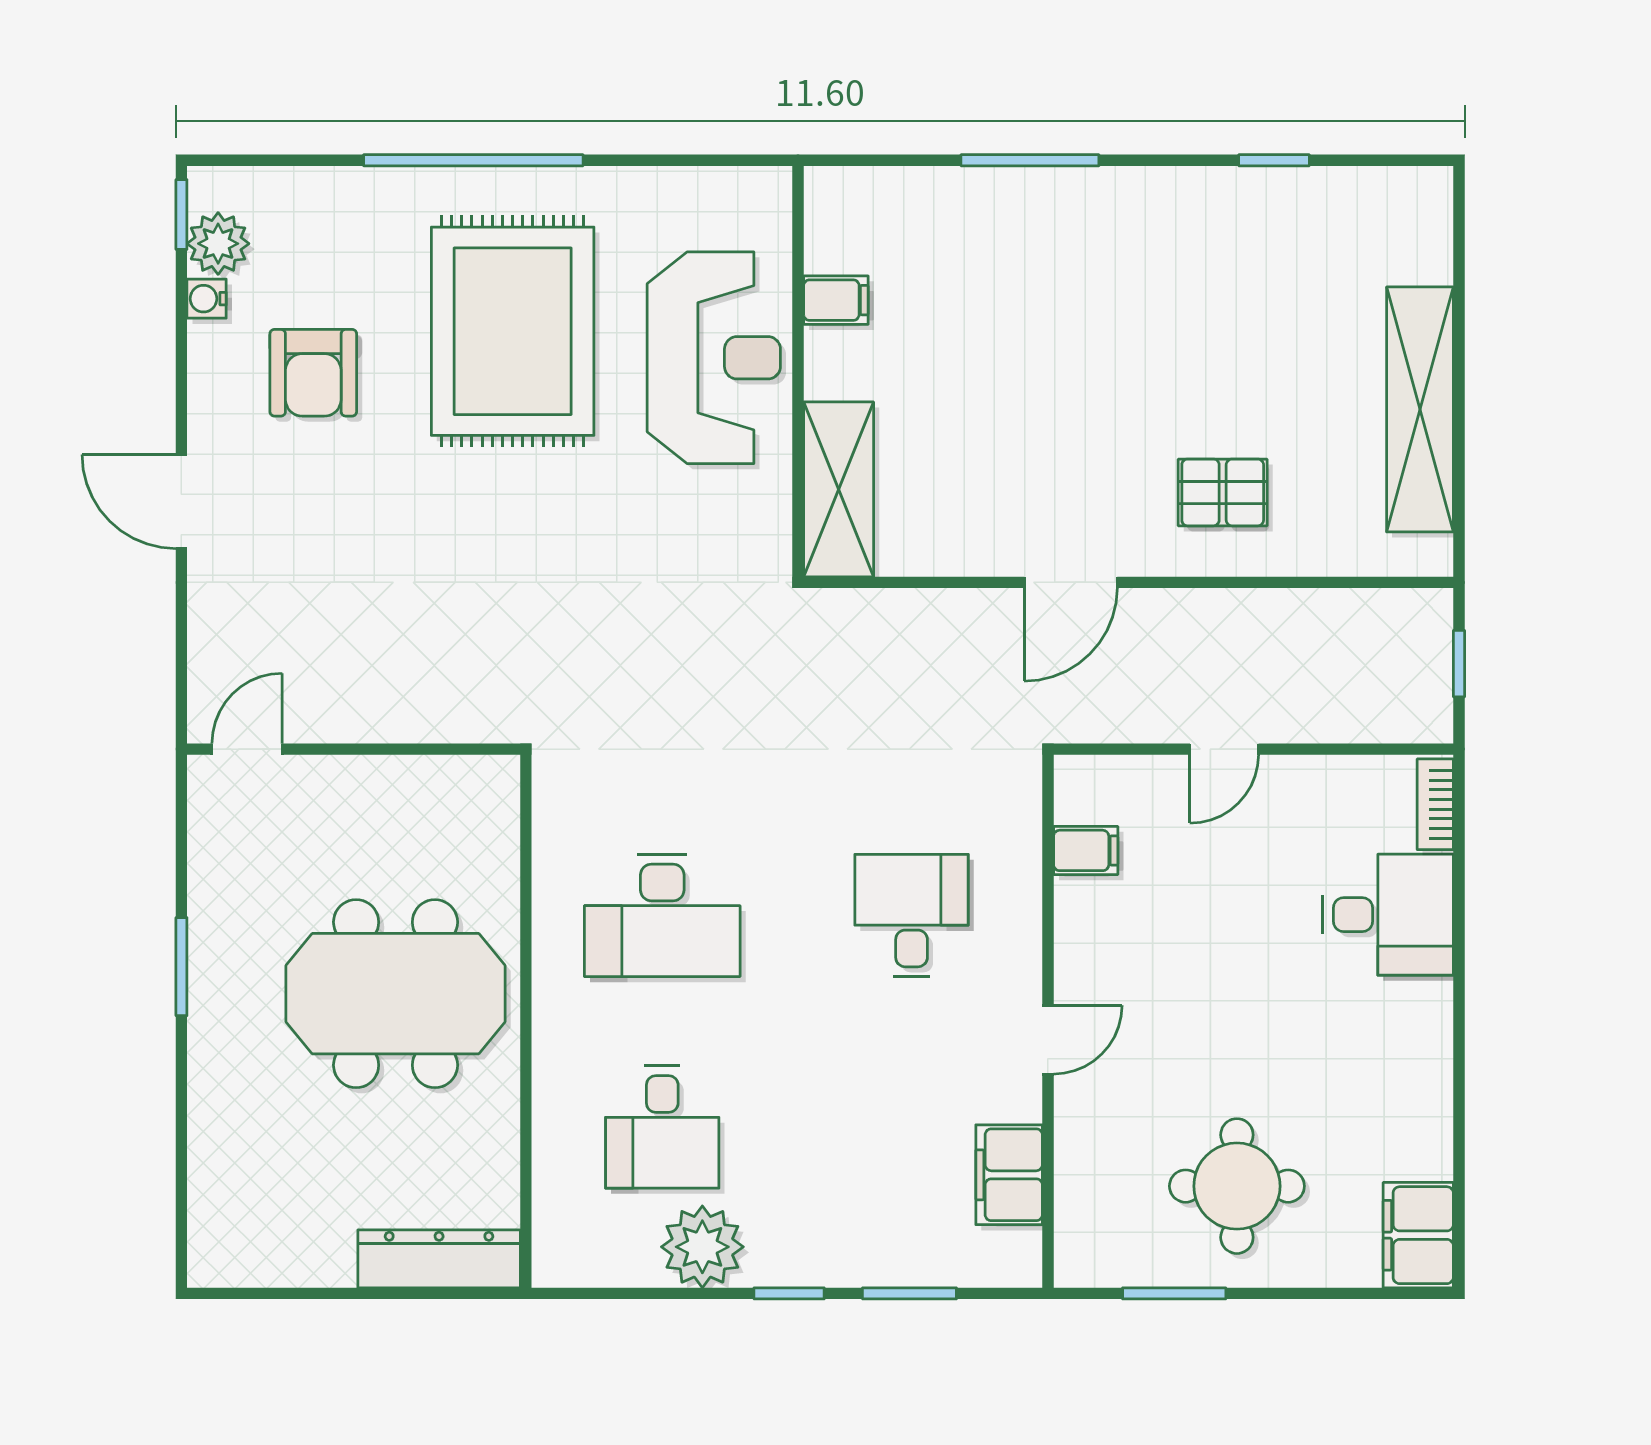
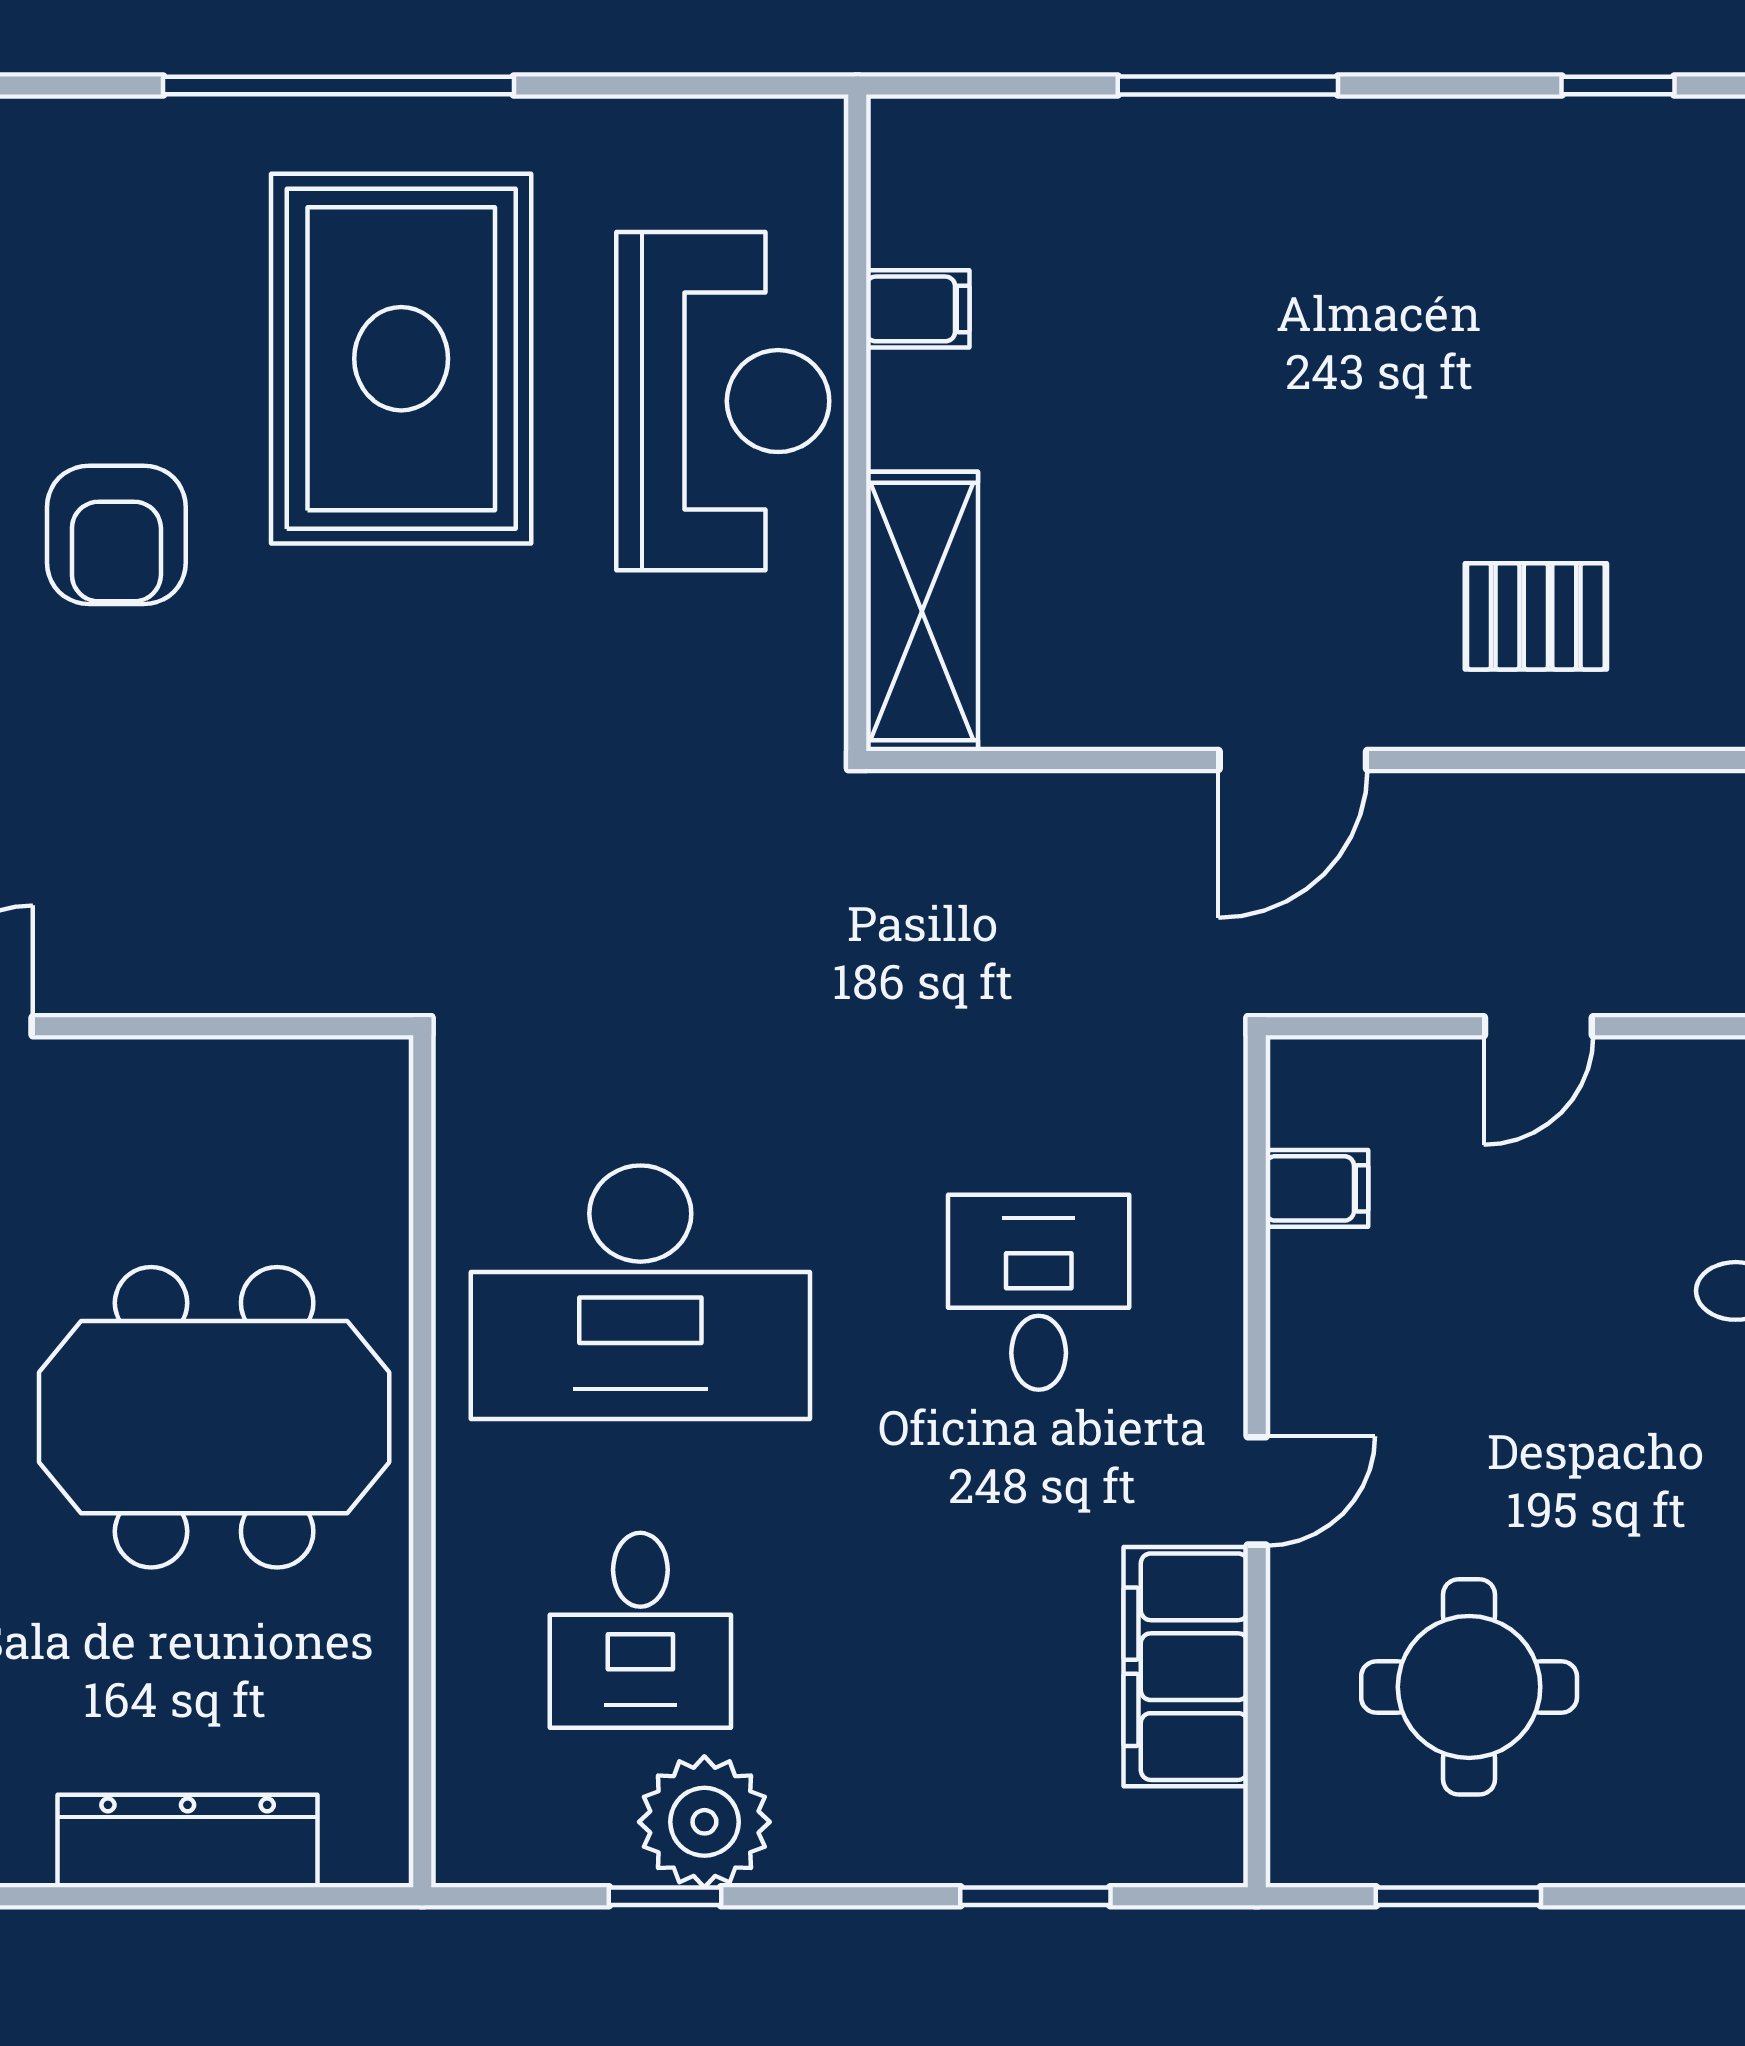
armchair: (313, 373) -> (116, 535), moved
desk: (662, 915) -> (640, 1292), width x1.36, depth x1.30
filing cabinet: (1009, 1175) -> (1186, 1667), width x1.50, depth x1.17
round table: (1237, 1186) -> (1469, 1687), moved
dresser: (439, 1259) -> (188, 1841), moved
window: (789, 1293) -> (665, 1896), moved

